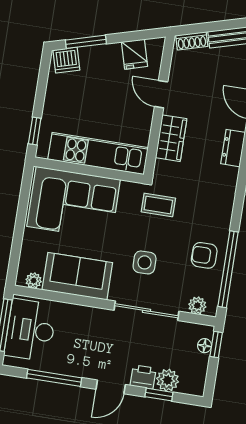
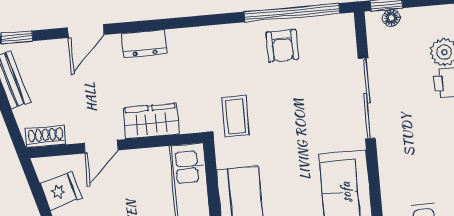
shoe rack: (192, 41) -> (46, 137), moved, turned -74
side table: (145, 262) -> (309, 116), removed
plant: (197, 306) -> (345, 39), removed

